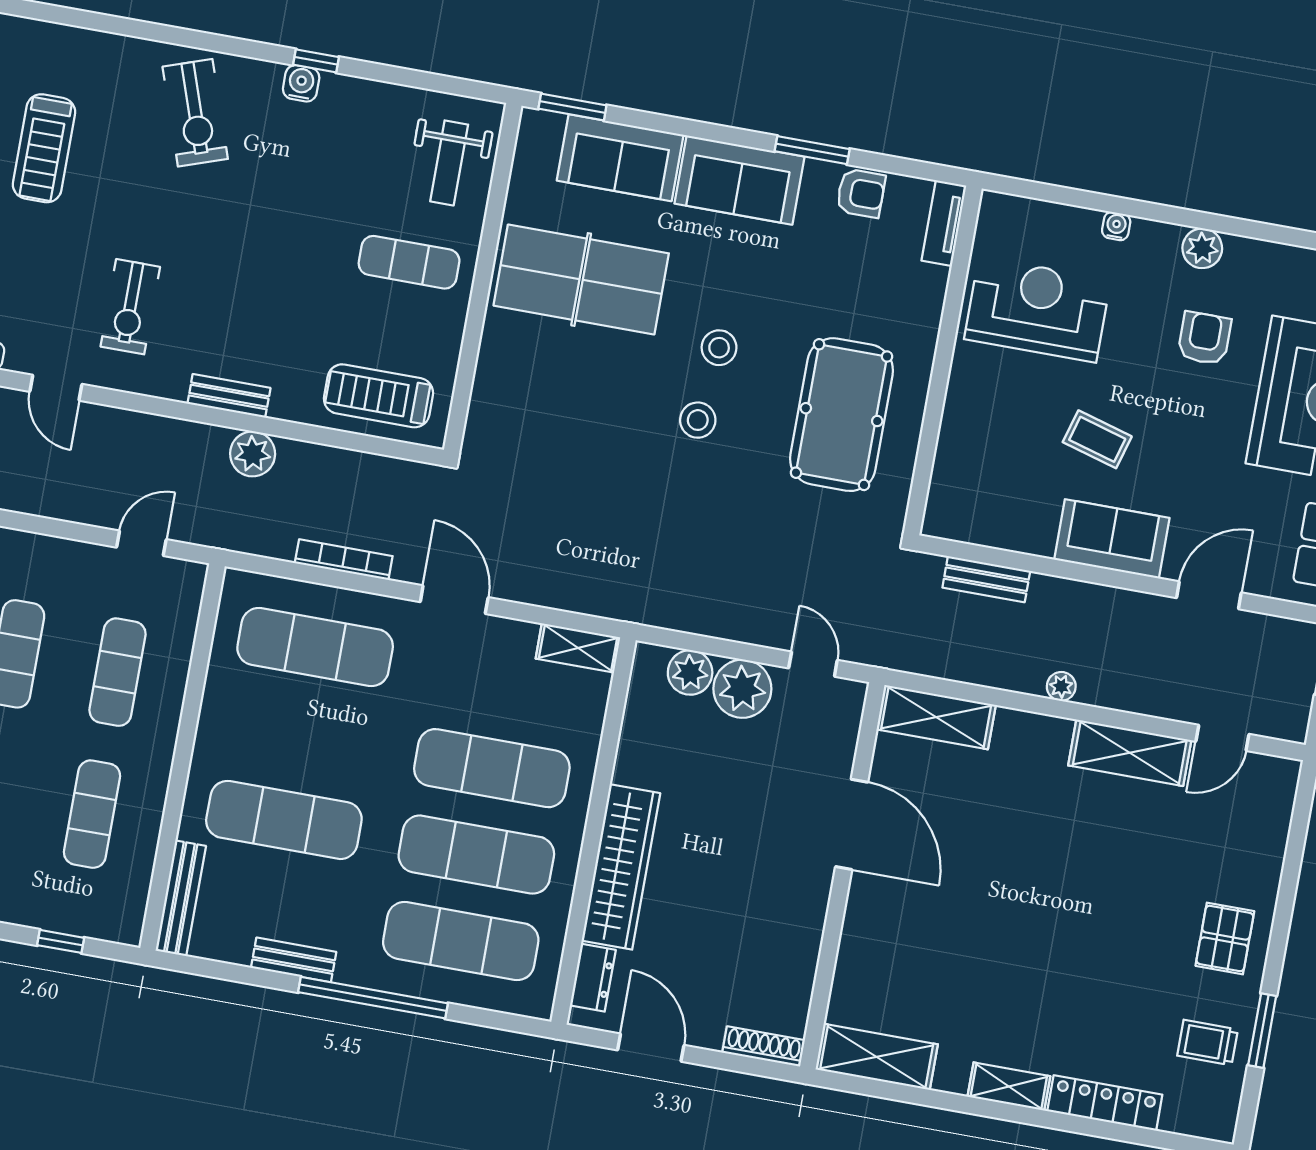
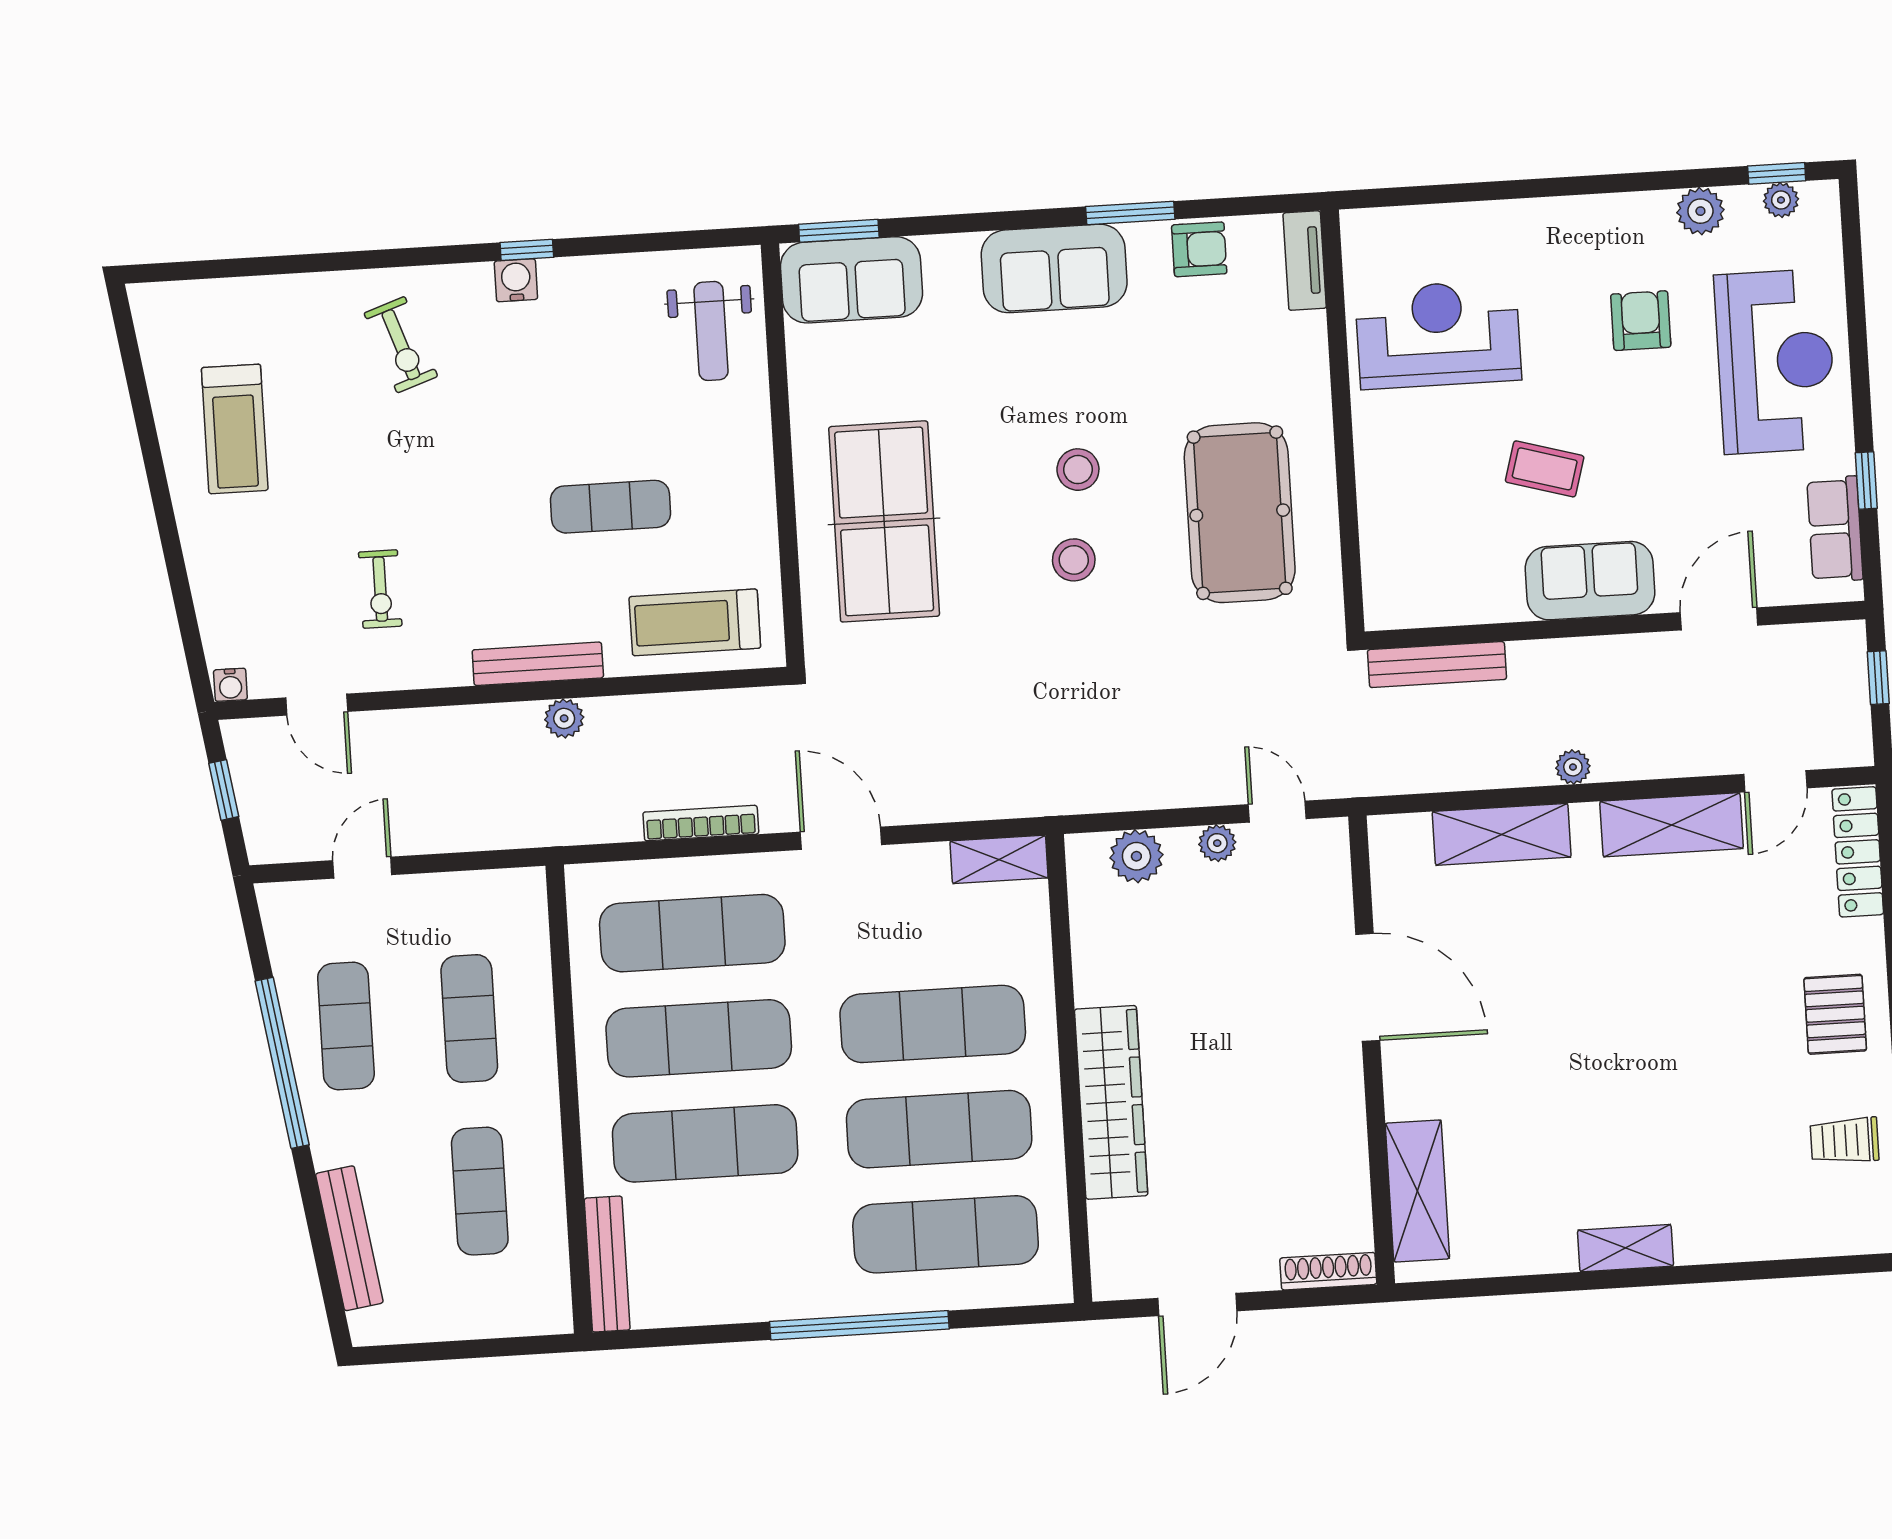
exercise bike: (195, 113) -> (401, 345), width x0.73, depth x0.72
sofa: (620, 158) -> (851, 280), moved
water cooler: (1116, 226) -> (1506, 215), removed
plant: (1202, 248) -> (1700, 211), moved
exercise mat: (409, 262) -> (611, 507), moved
table tennis table: (581, 279) -> (884, 521), moved, turned 90
exercise bike: (130, 307) -> (380, 589), width x0.73, depth x0.72
bench: (229, 396) -> (538, 664), width x1.36
plant: (253, 454) -> (564, 718), width x0.73, depth x0.73
door: (141, 543) -> (362, 868), moved
bench: (986, 579) -> (1437, 665), width x1.36
plant: (742, 689) -> (1217, 843), width x0.53, depth x0.53
shelving: (936, 717) -> (1502, 834), moved
exercise mat: (300, 733) -> (699, 1038), added
window: (61, 941) -> (480, 1348), removed
bench: (294, 960) -> (756, 1304), removed
dresser: (593, 978) -> (1110, 1239), removed
door: (651, 1048) -> (1197, 1305), swing flipped
shelving: (877, 1057) -> (1417, 1191), moved, turned 90
locker: (1105, 1103) -> (1858, 852), moved, turned -90

